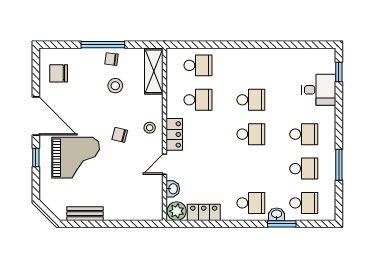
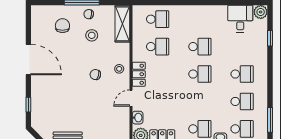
plant: (327, 56) -> (261, 12), added
window: (339, 72) -> (270, 38), moved
chair: (59, 73) -> (62, 26), moved, turned 90
desk: (319, 90) -> (240, 19), moved, turned -90
window: (36, 158) -> (28, 105), moved
grand piano: (76, 158) -> (60, 93), removed
window: (339, 165) -> (270, 120), moved

